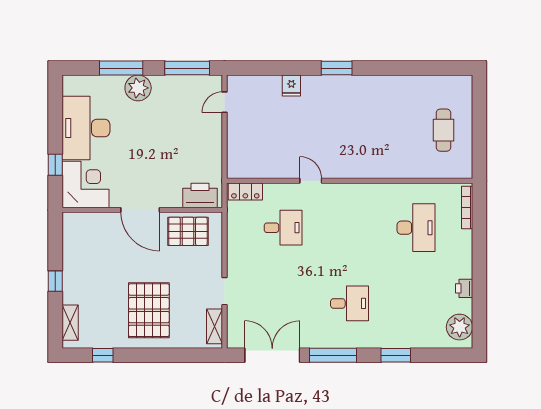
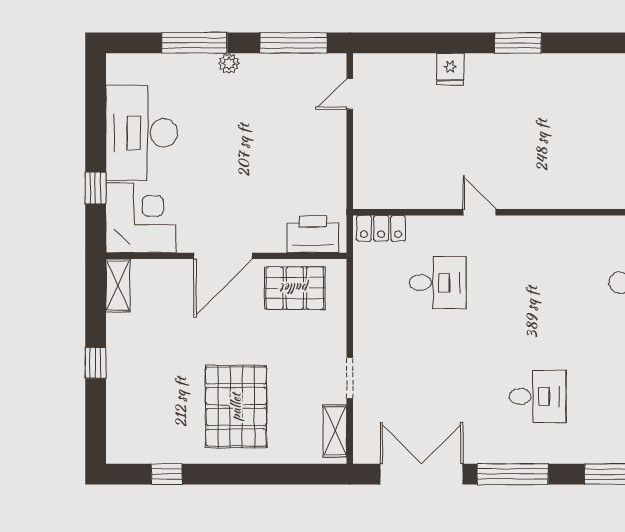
plant: (138, 88) -> (229, 64), width x0.53, depth x0.53
door: (140, 210) -> (223, 256), hinge flipped
shelving: (70, 323) -> (118, 286), moved

